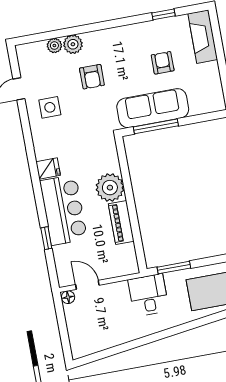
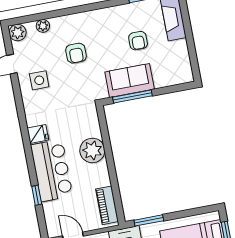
plant: (73, 44) -> (18, 33), moved
armchair: (163, 63) -> (138, 41), turned 180
sofa: (153, 108) -> (130, 81), width x0.73
piano: (121, 222) -> (107, 205), moved

